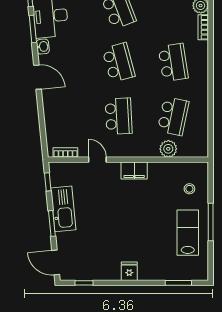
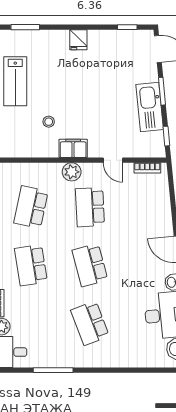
plant: (168, 149) -> (72, 172), moved
stool: (189, 189) -> (49, 122), moved

